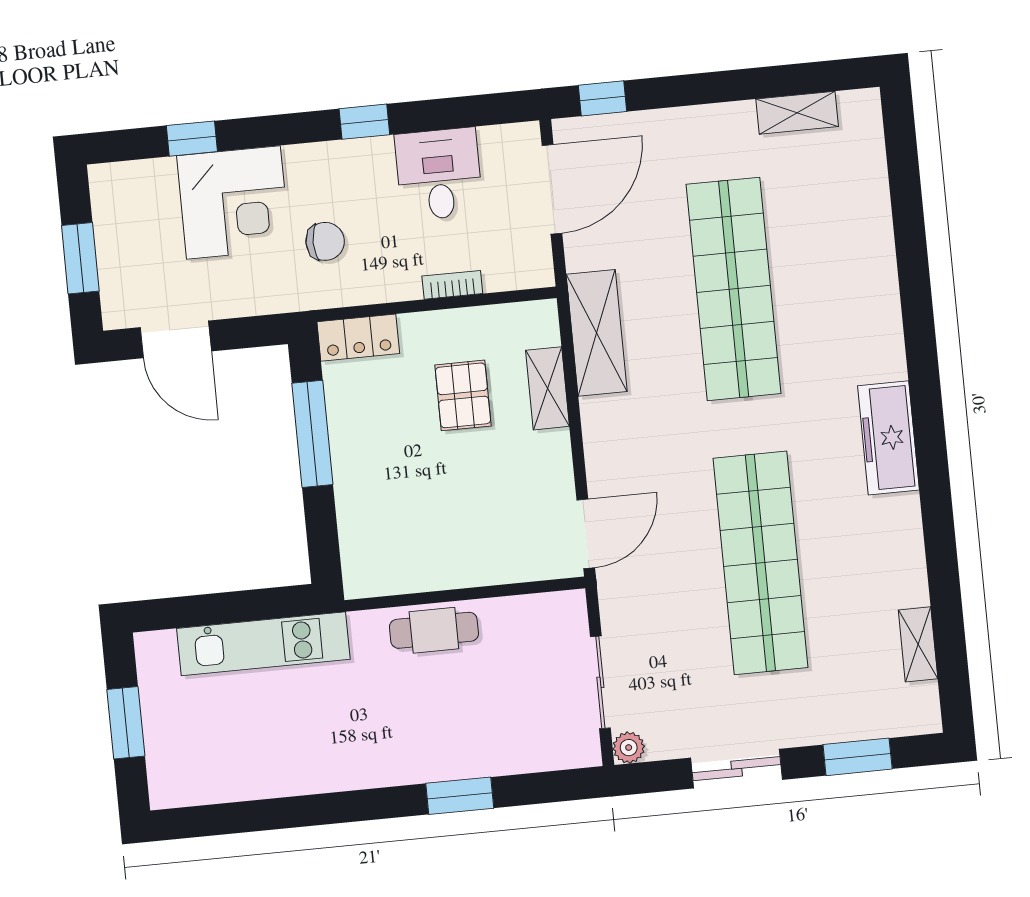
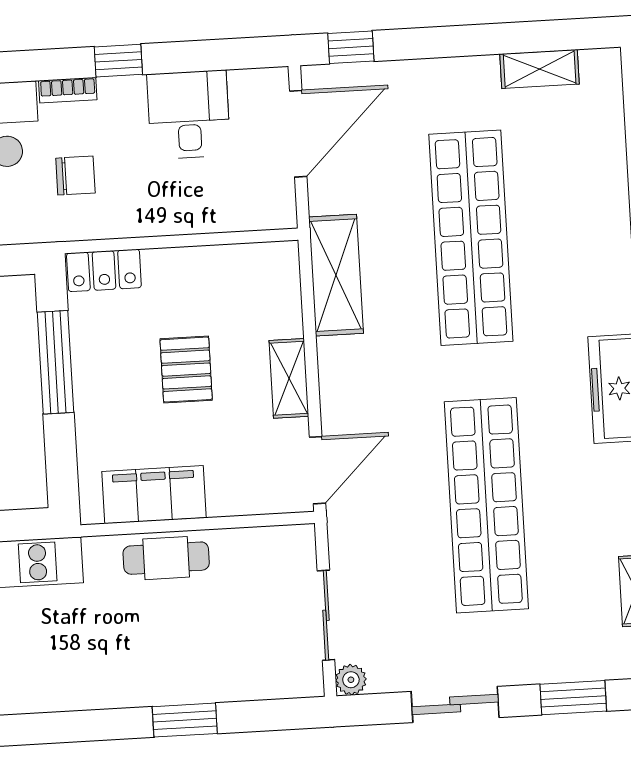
bookcase: (452, 285) -> (68, 90), moved, turned 180
shelving: (547, 388) -> (289, 378), moved
pallet: (463, 395) -> (186, 370), moved
filing cabinet: (419, 566) -> (154, 495), added

